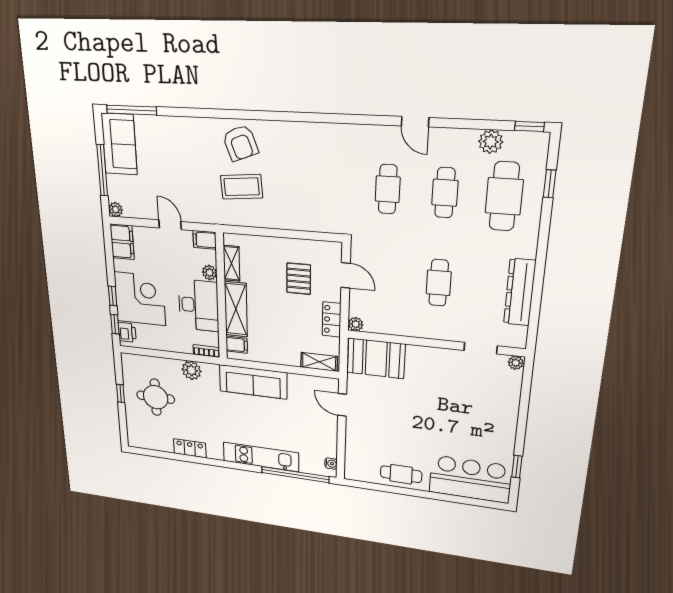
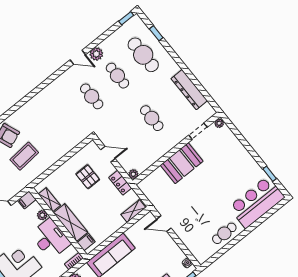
plant: (491, 142) -> (96, 54), moved
booth: (376, 358) -> (182, 163), moved

